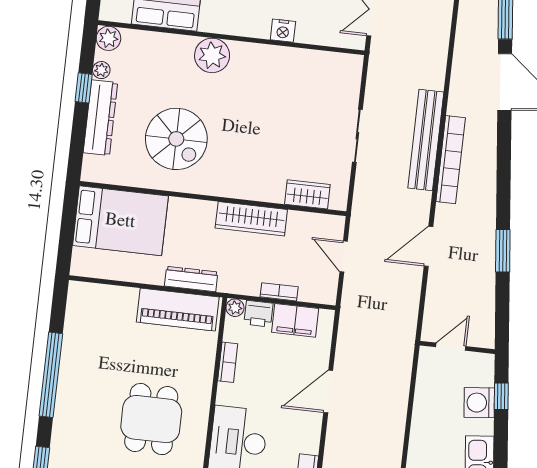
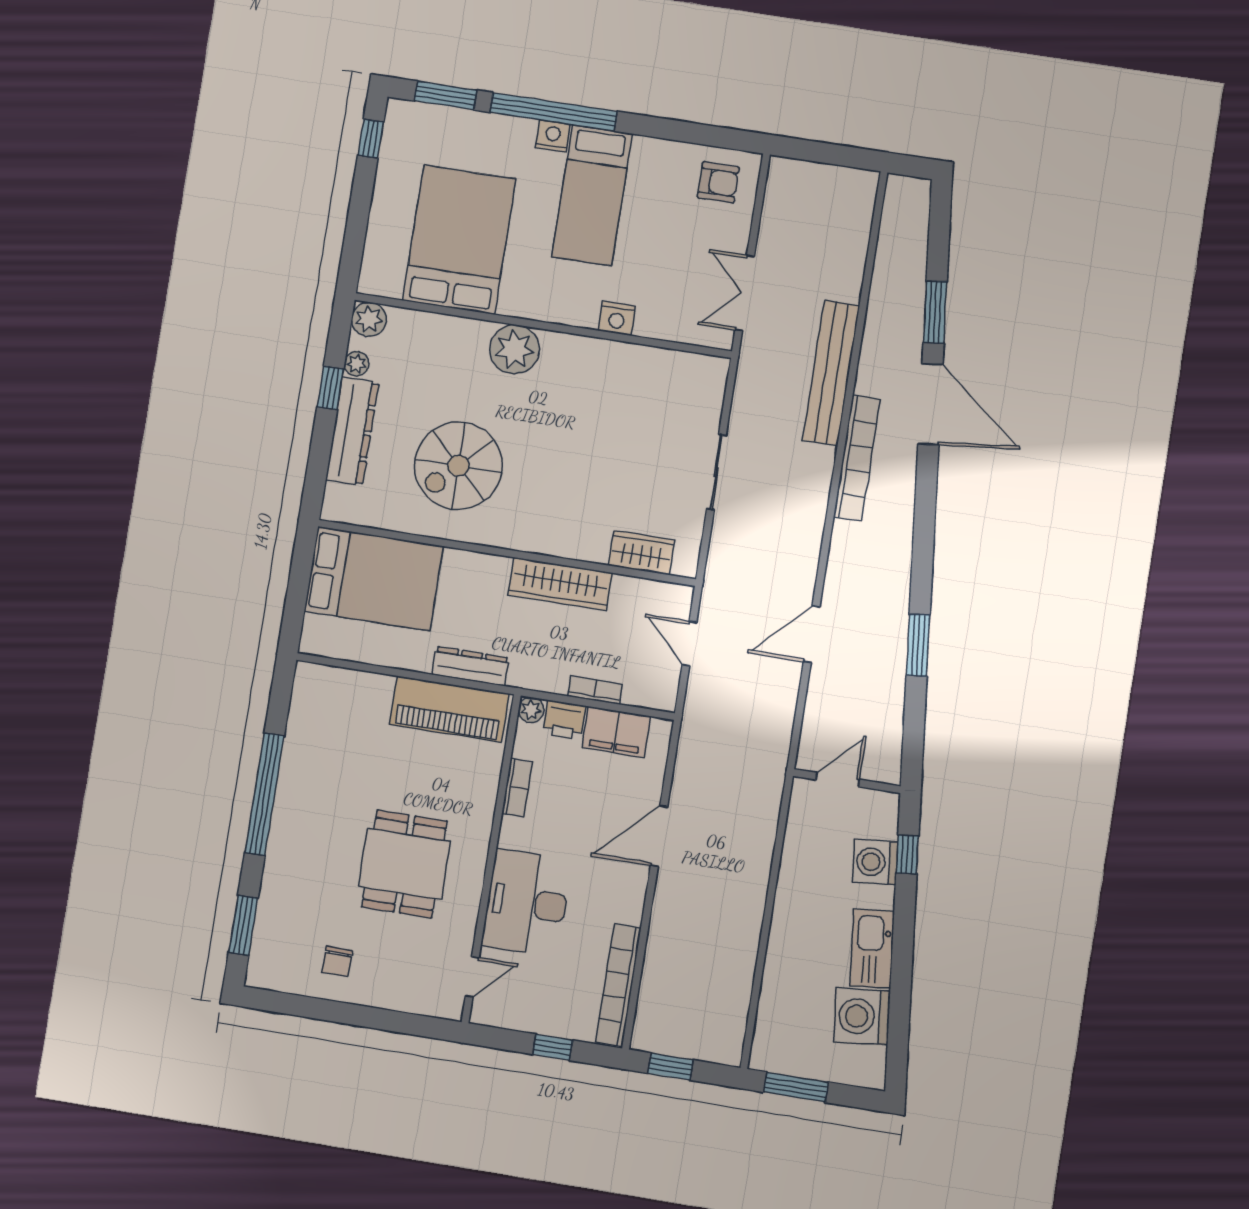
spiral stairs: (176, 139) -> (458, 466), turned 90
bench: (426, 140) -> (831, 373), moved
bookcase: (451, 160) -> (857, 458), moved

